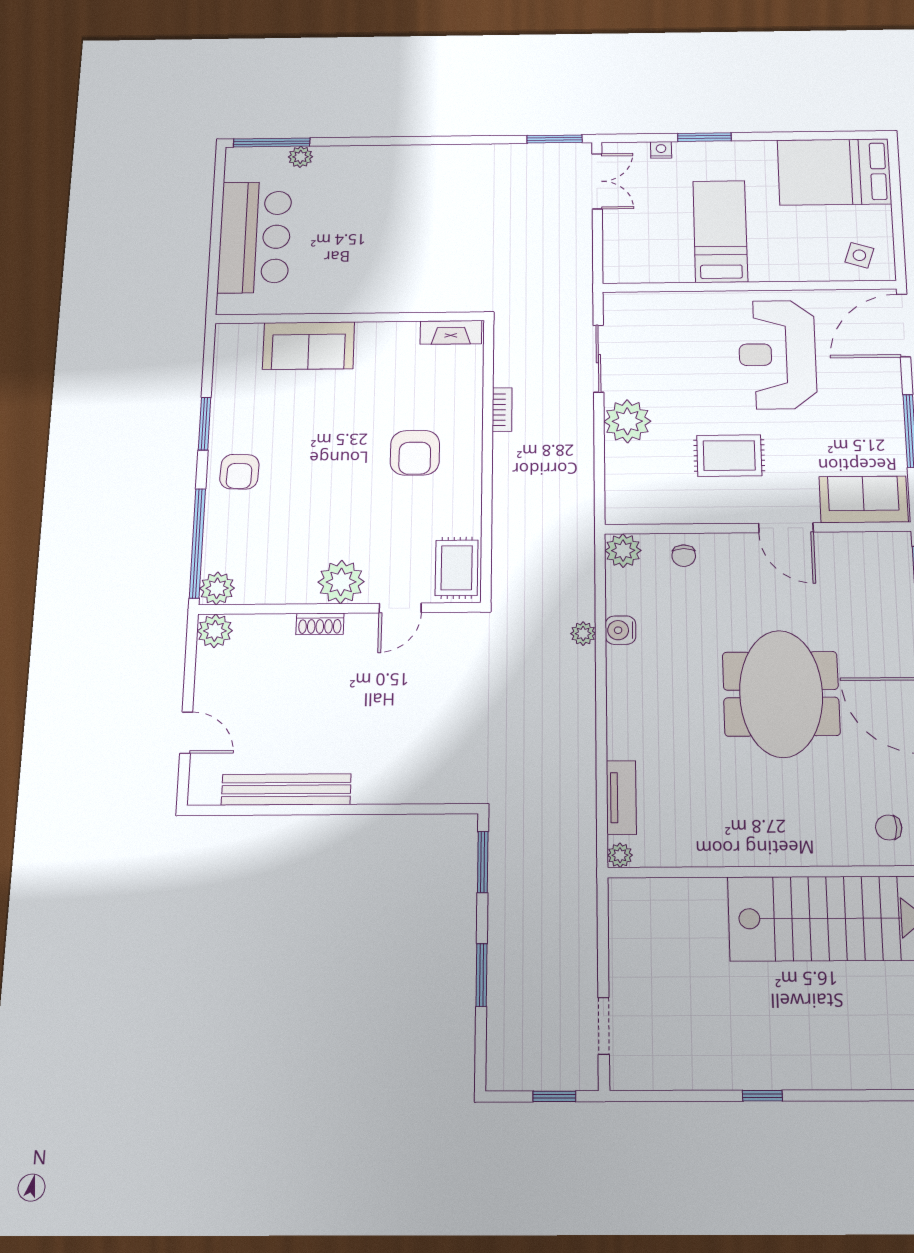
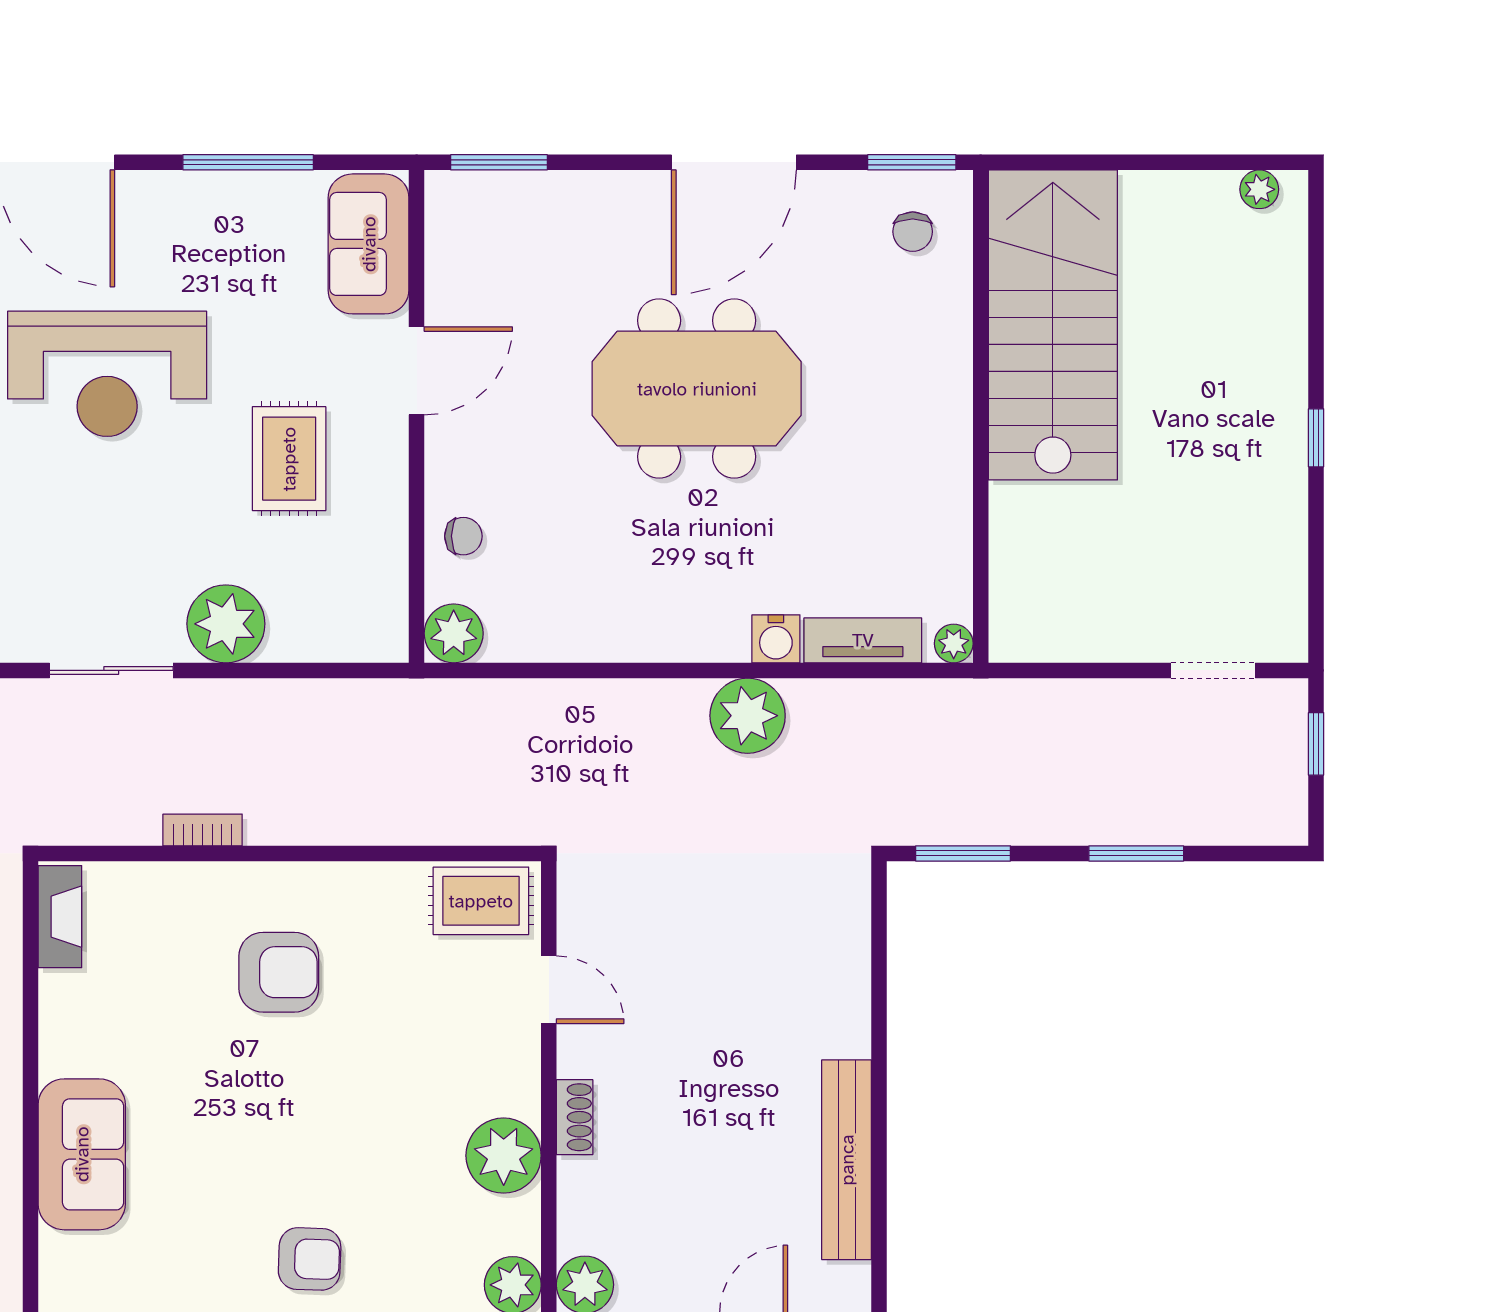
plant: (341, 582) -> (504, 1156), moved
water cooler: (621, 630) -> (776, 639), moved
plant: (583, 634) -> (748, 716), moved, width x1.88, depth x1.88

